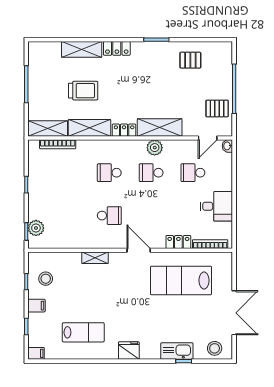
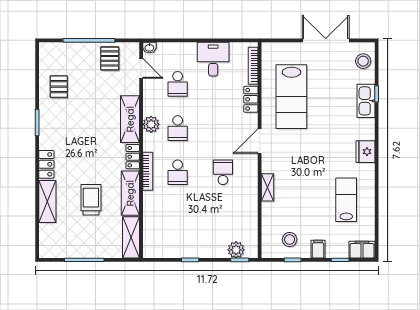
bookcase: (58, 144) -> (148, 171), moved
filing cabinet: (36, 353) -> (362, 250), width x2.00

